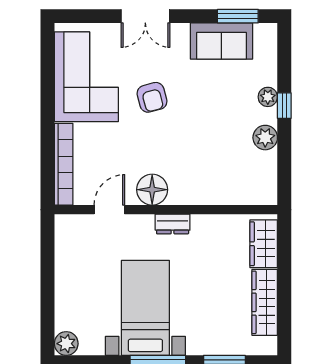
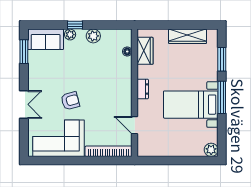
sofa: (221, 41) -> (46, 39), moved, turned 90
floor lamp: (152, 190) -> (127, 52), moved, width x0.53, depth x0.53
wardrobe: (264, 244) -> (145, 51), moved, turned -90

